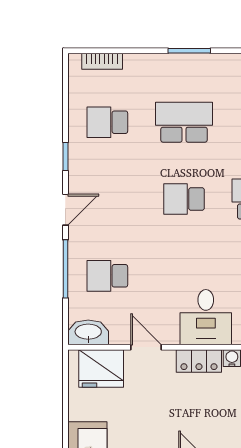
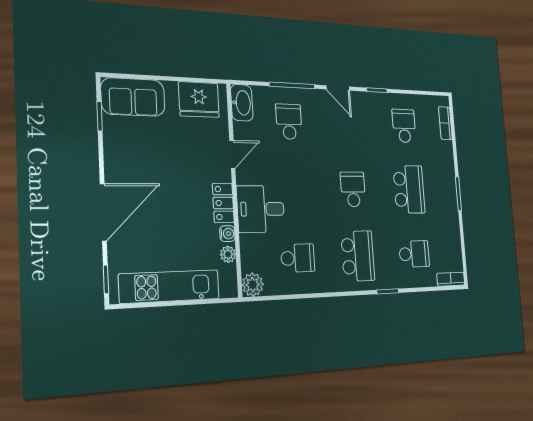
fridge: (101, 368) -> (199, 99), moved, turned -90

